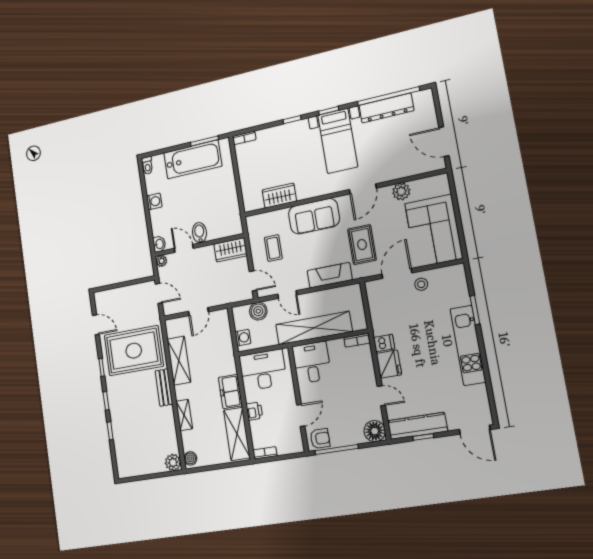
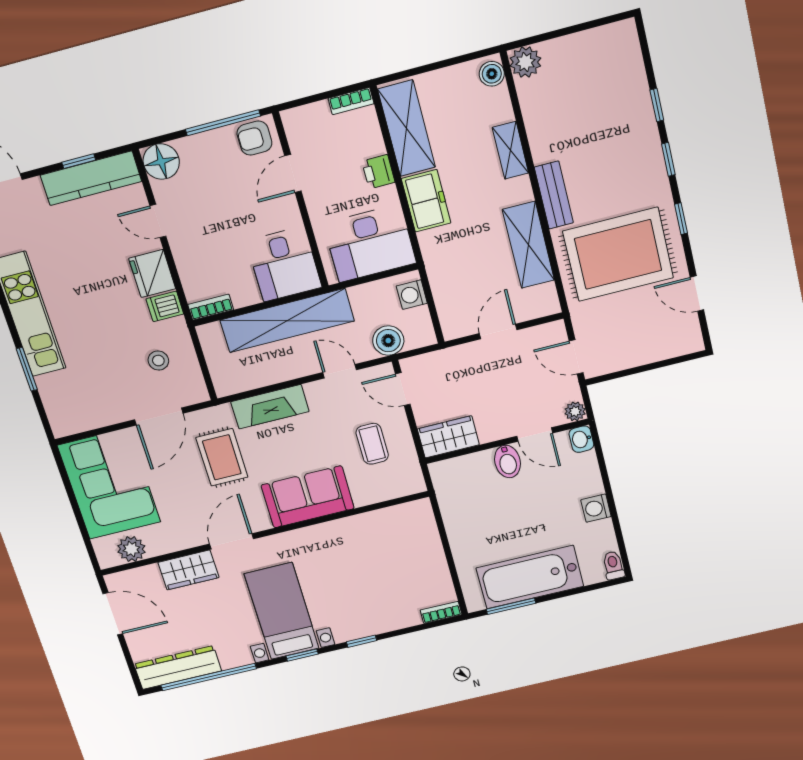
dresser: (386, 108) -> (178, 668), moved
plant: (401, 191) -> (131, 549), moved
wardrobe: (279, 196) -> (188, 570), moved
stool: (421, 284) -> (158, 361), moved

